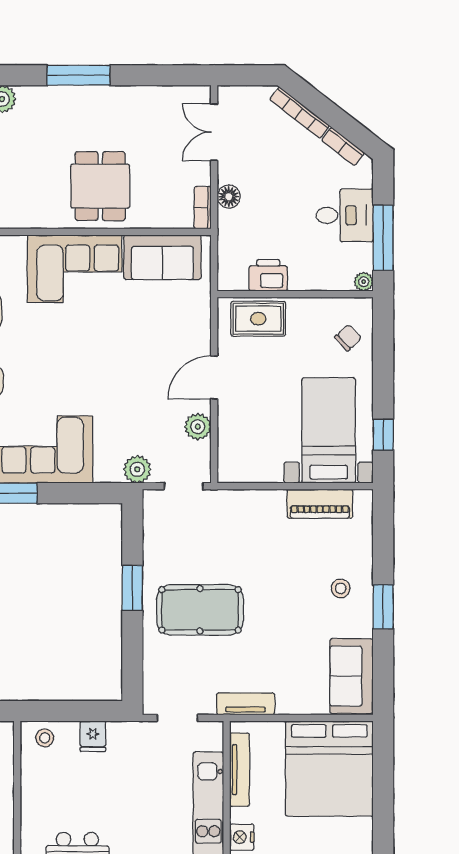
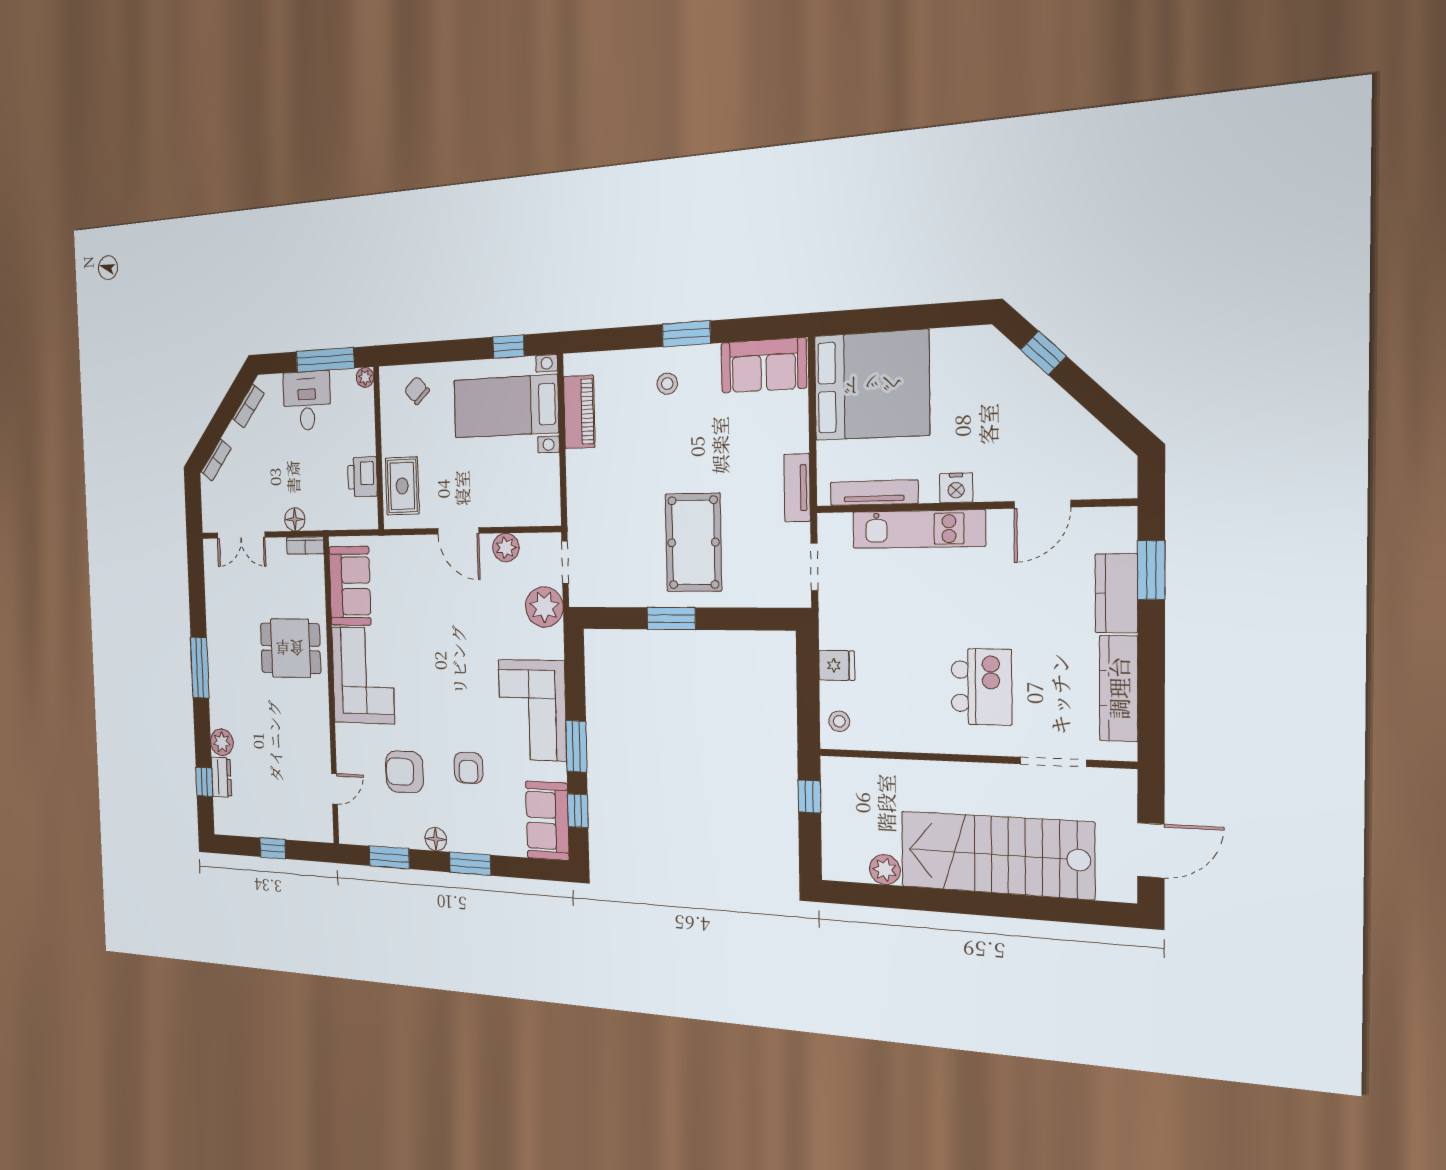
bookcase: (300, 113) -> (216, 460), width x0.64
plant: (137, 469) -> (544, 607), width x1.36, depth x1.36

